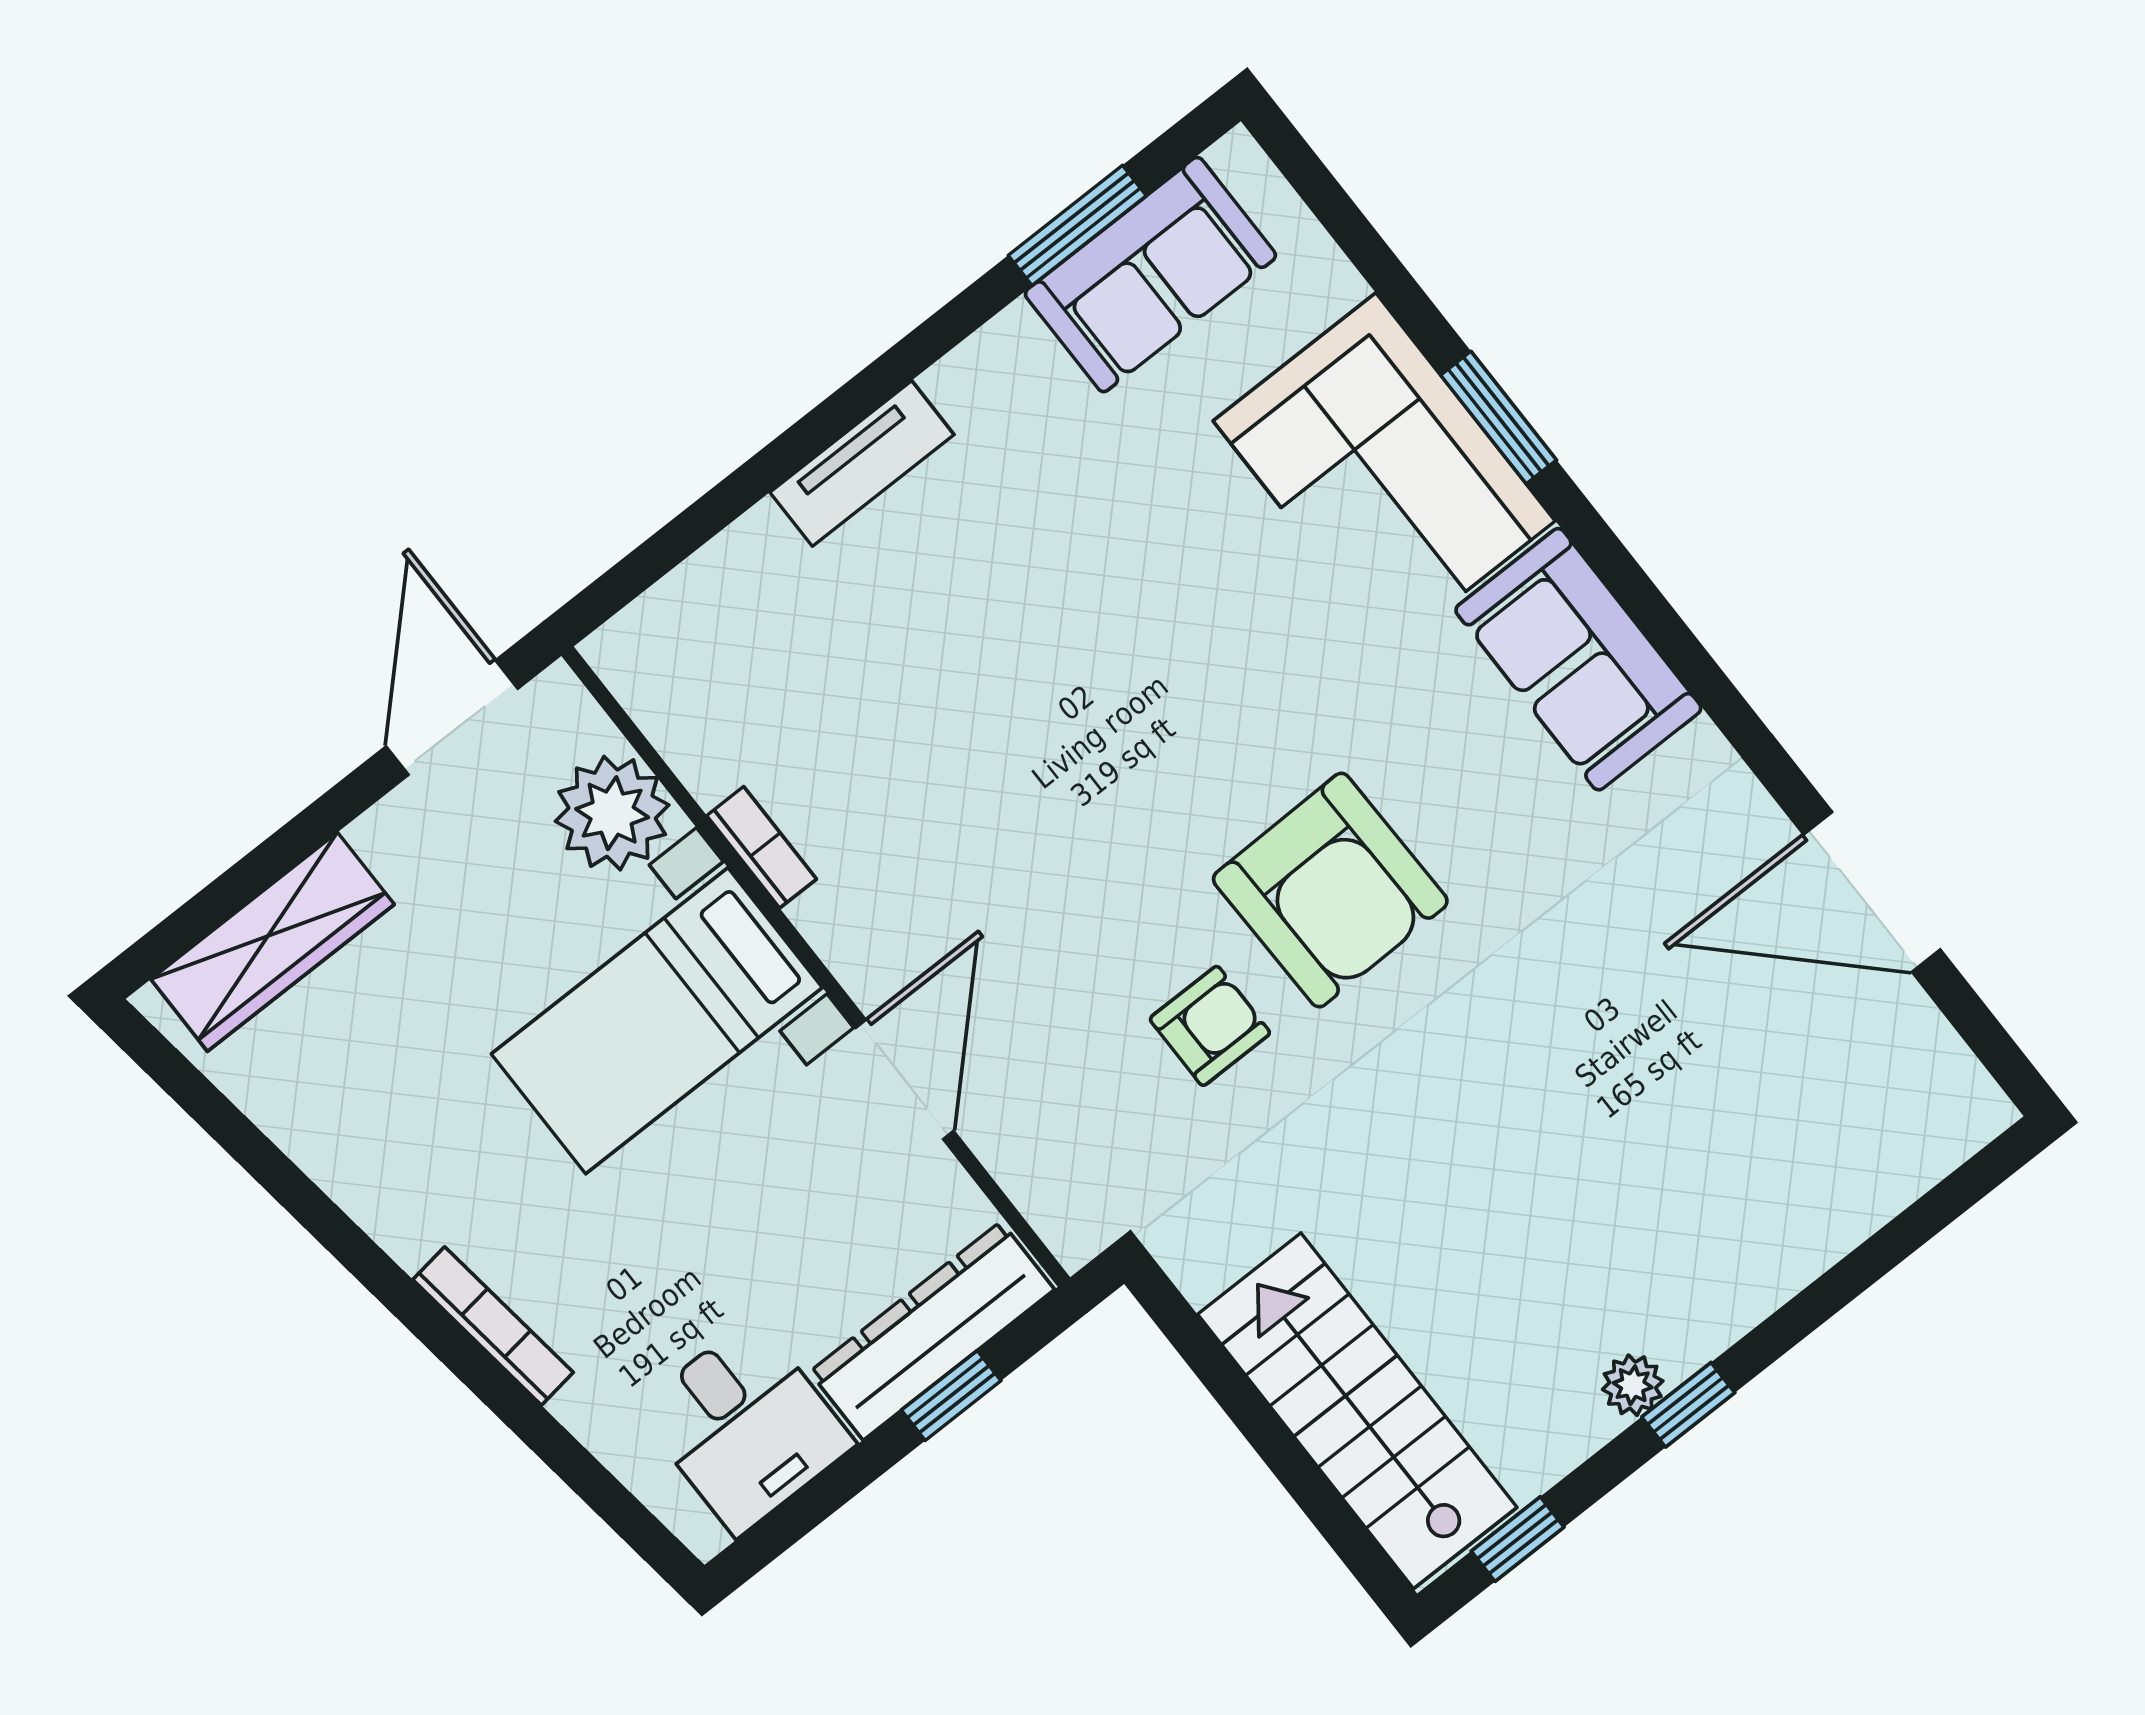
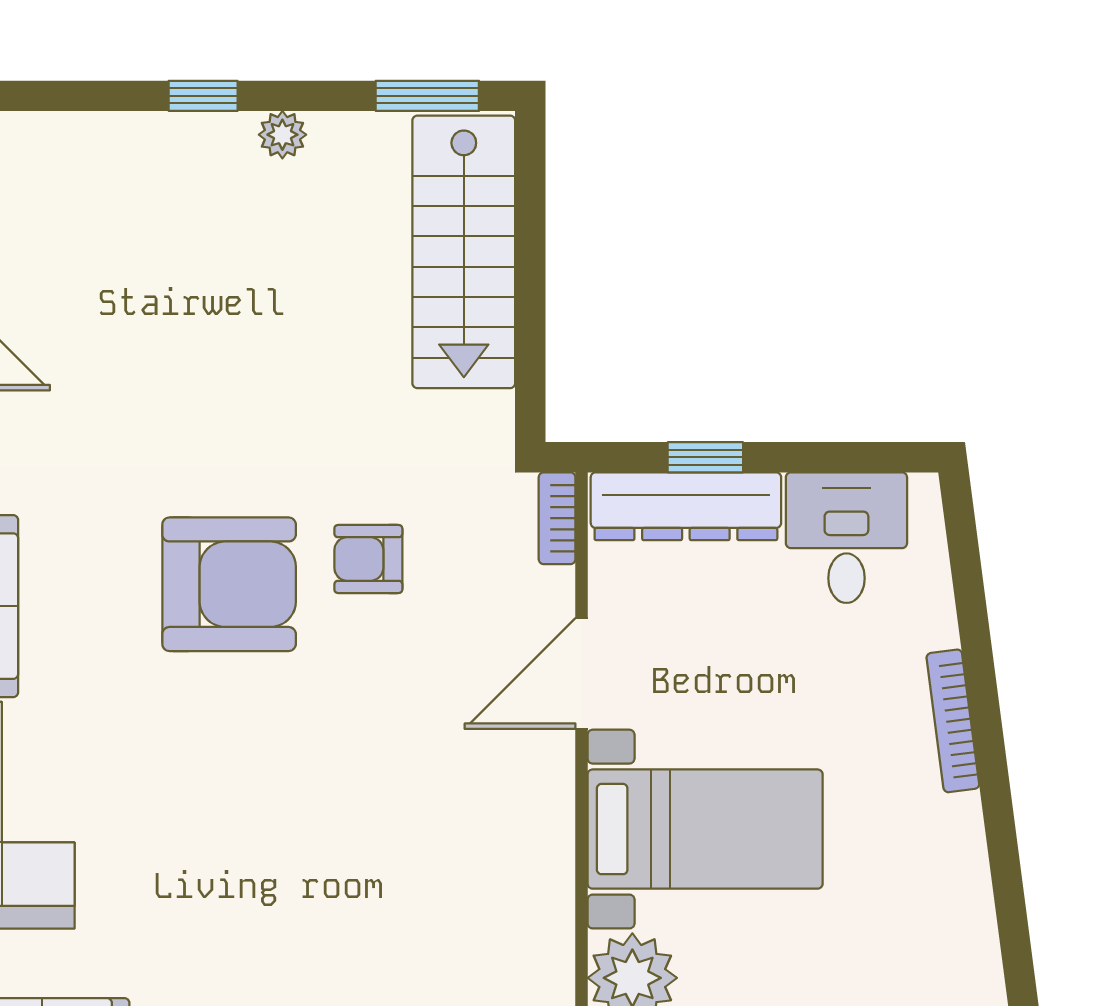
bookcase: (762, 847) -> (557, 518), moved
armchair: (1330, 890) -> (229, 584), turned 91
window: (1688, 1405) -> (203, 96), moved
window: (1518, 1539) -> (427, 96), width x1.50

